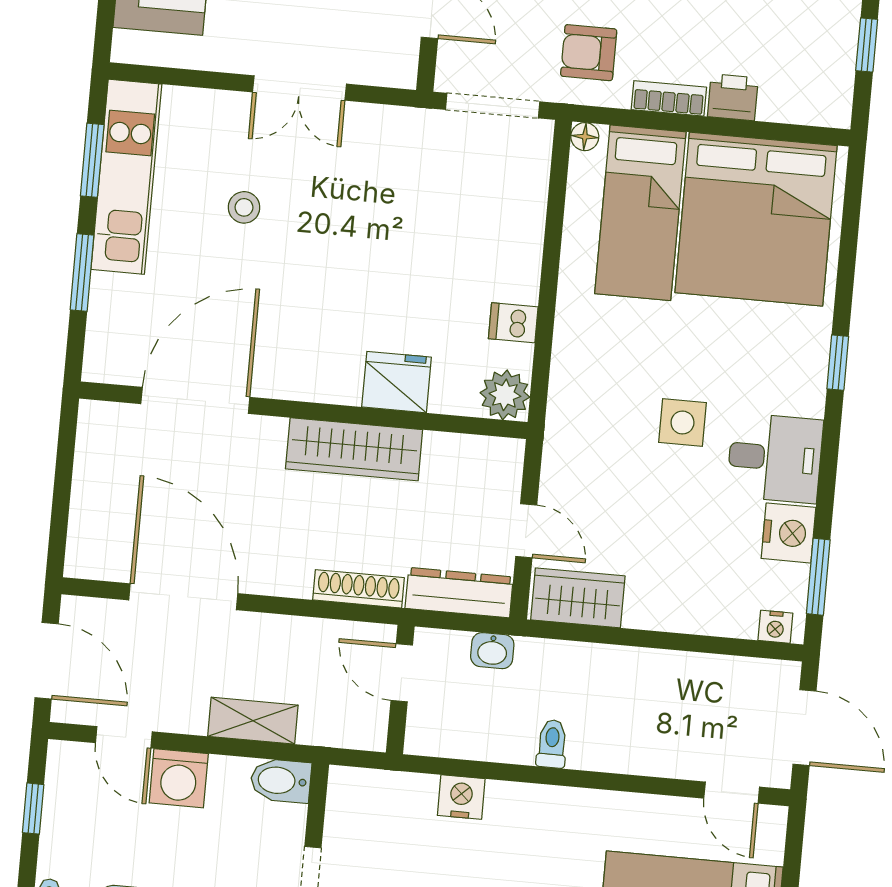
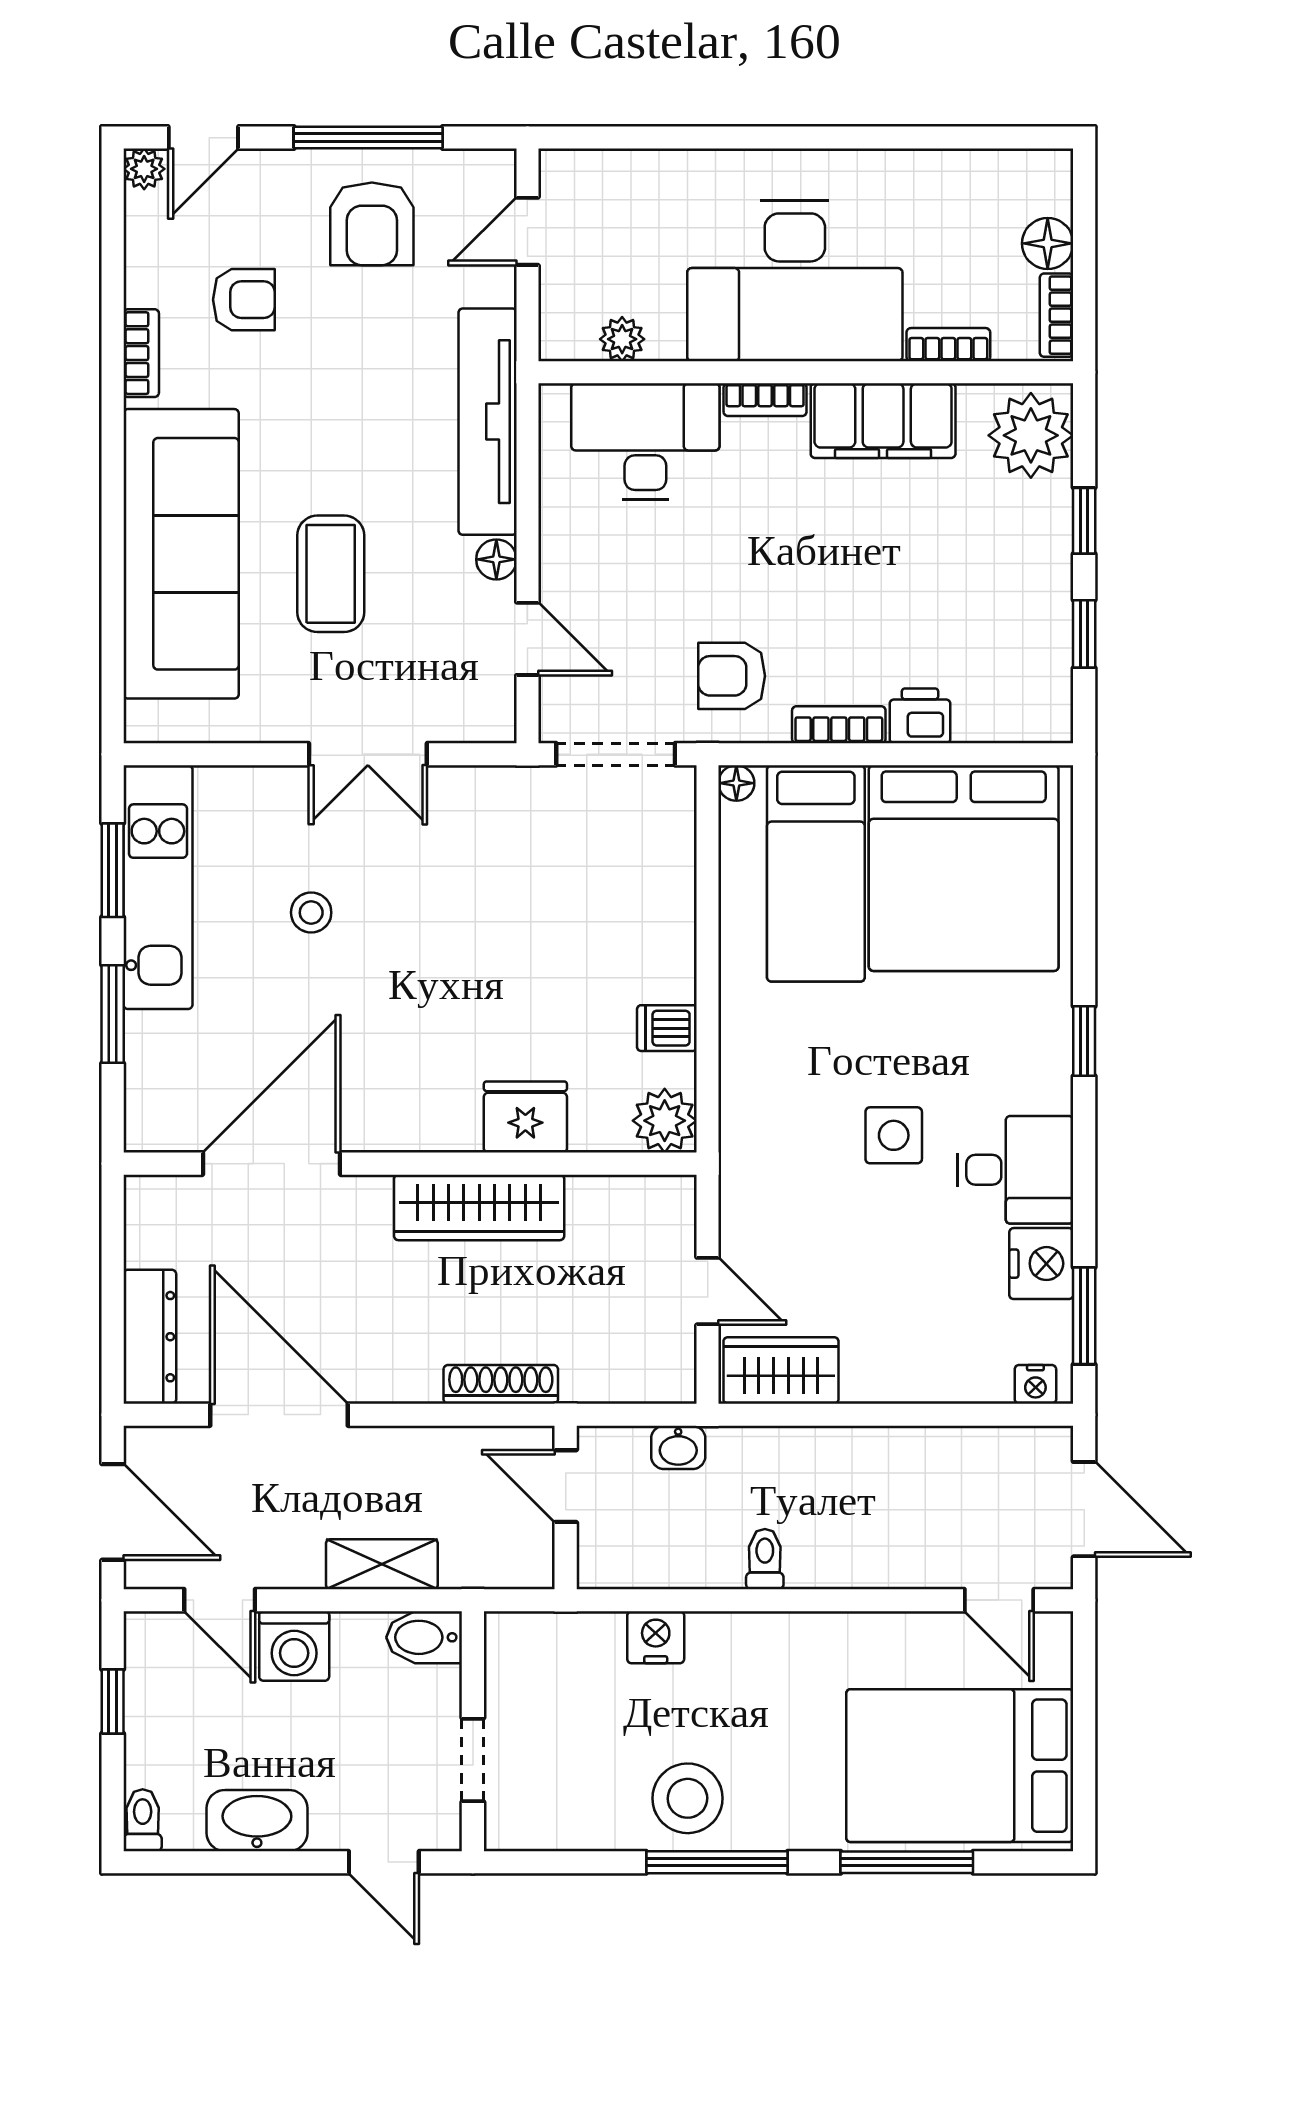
dresser: (459, 593) -> (150, 1337), moved, turned 90

